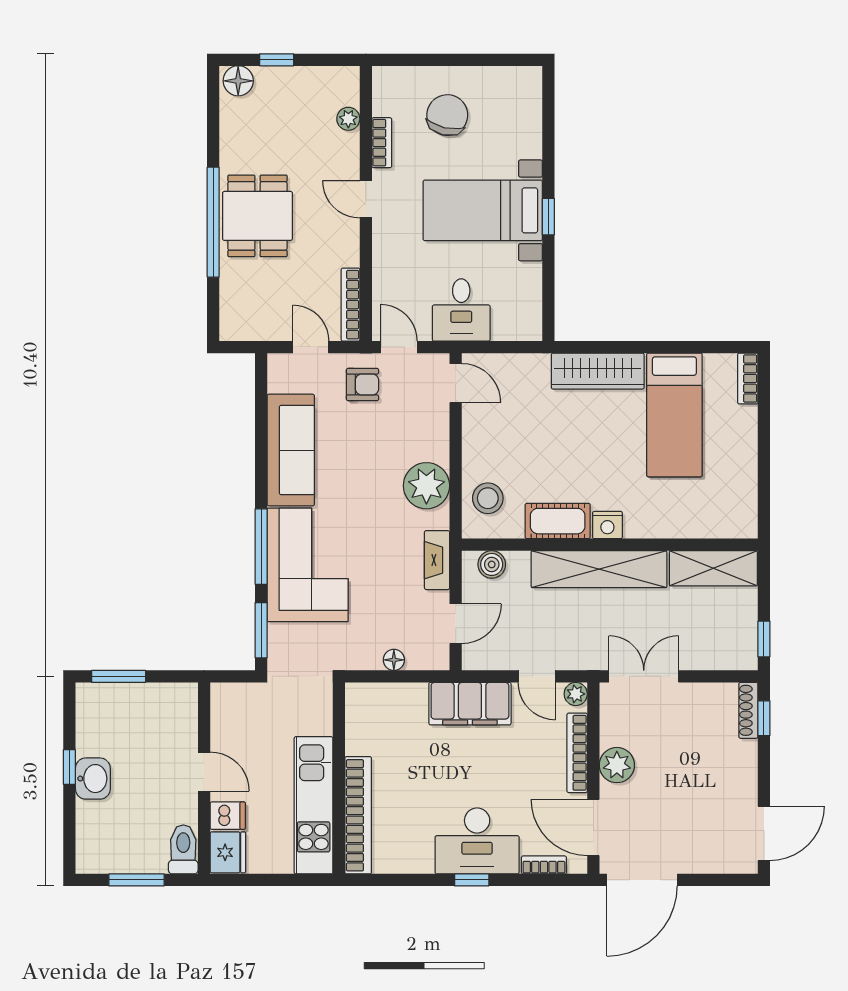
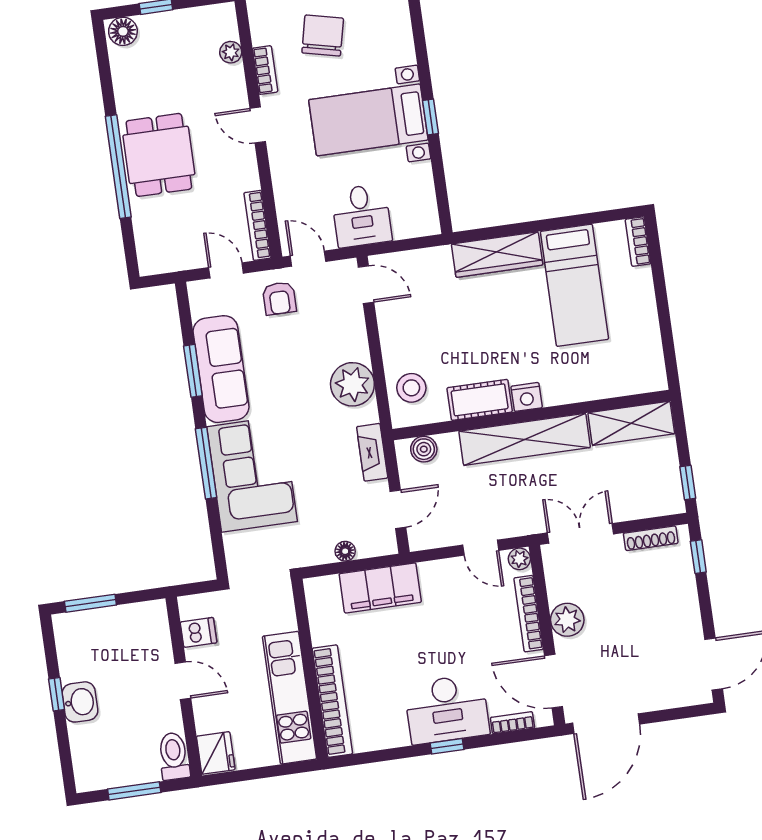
armchair: (362, 384) -> (279, 298), turned 90
window: (261, 630) -> (193, 371), moved
filing cabinet: (470, 704) -> (380, 588), moved
shoe rack: (748, 710) -> (651, 538), moved, turned -90
dishwasher: (228, 816) -> (199, 632), moved

